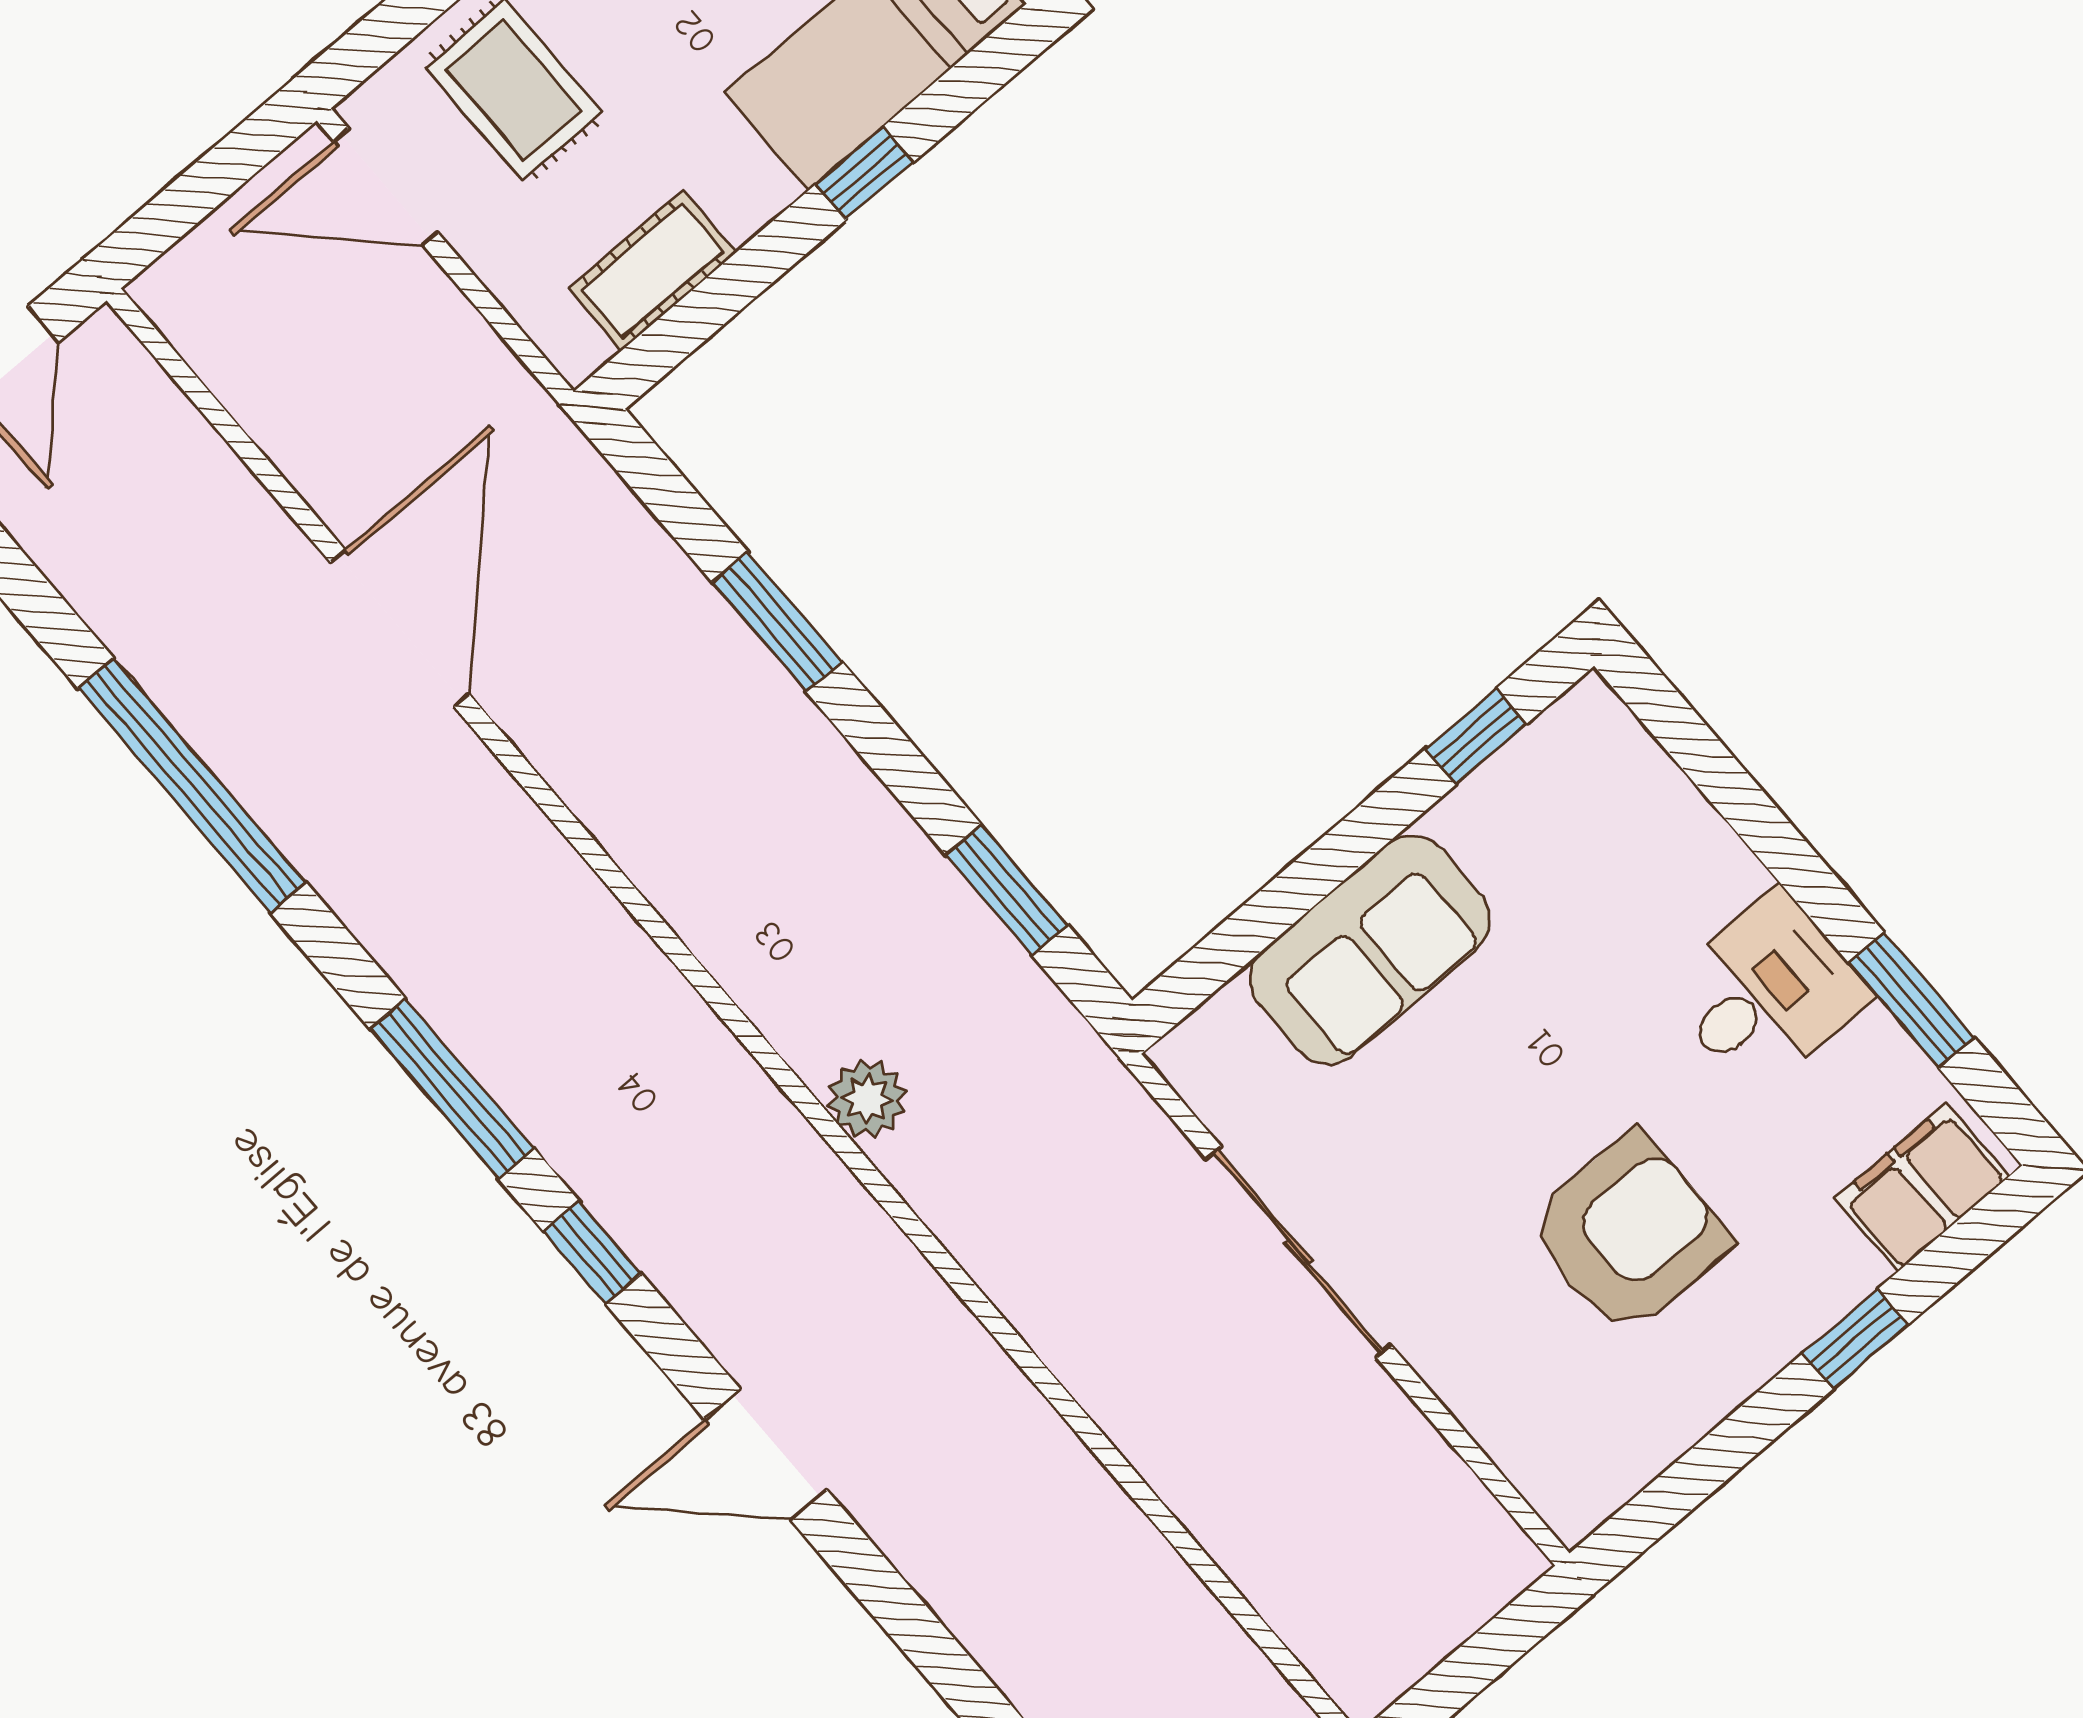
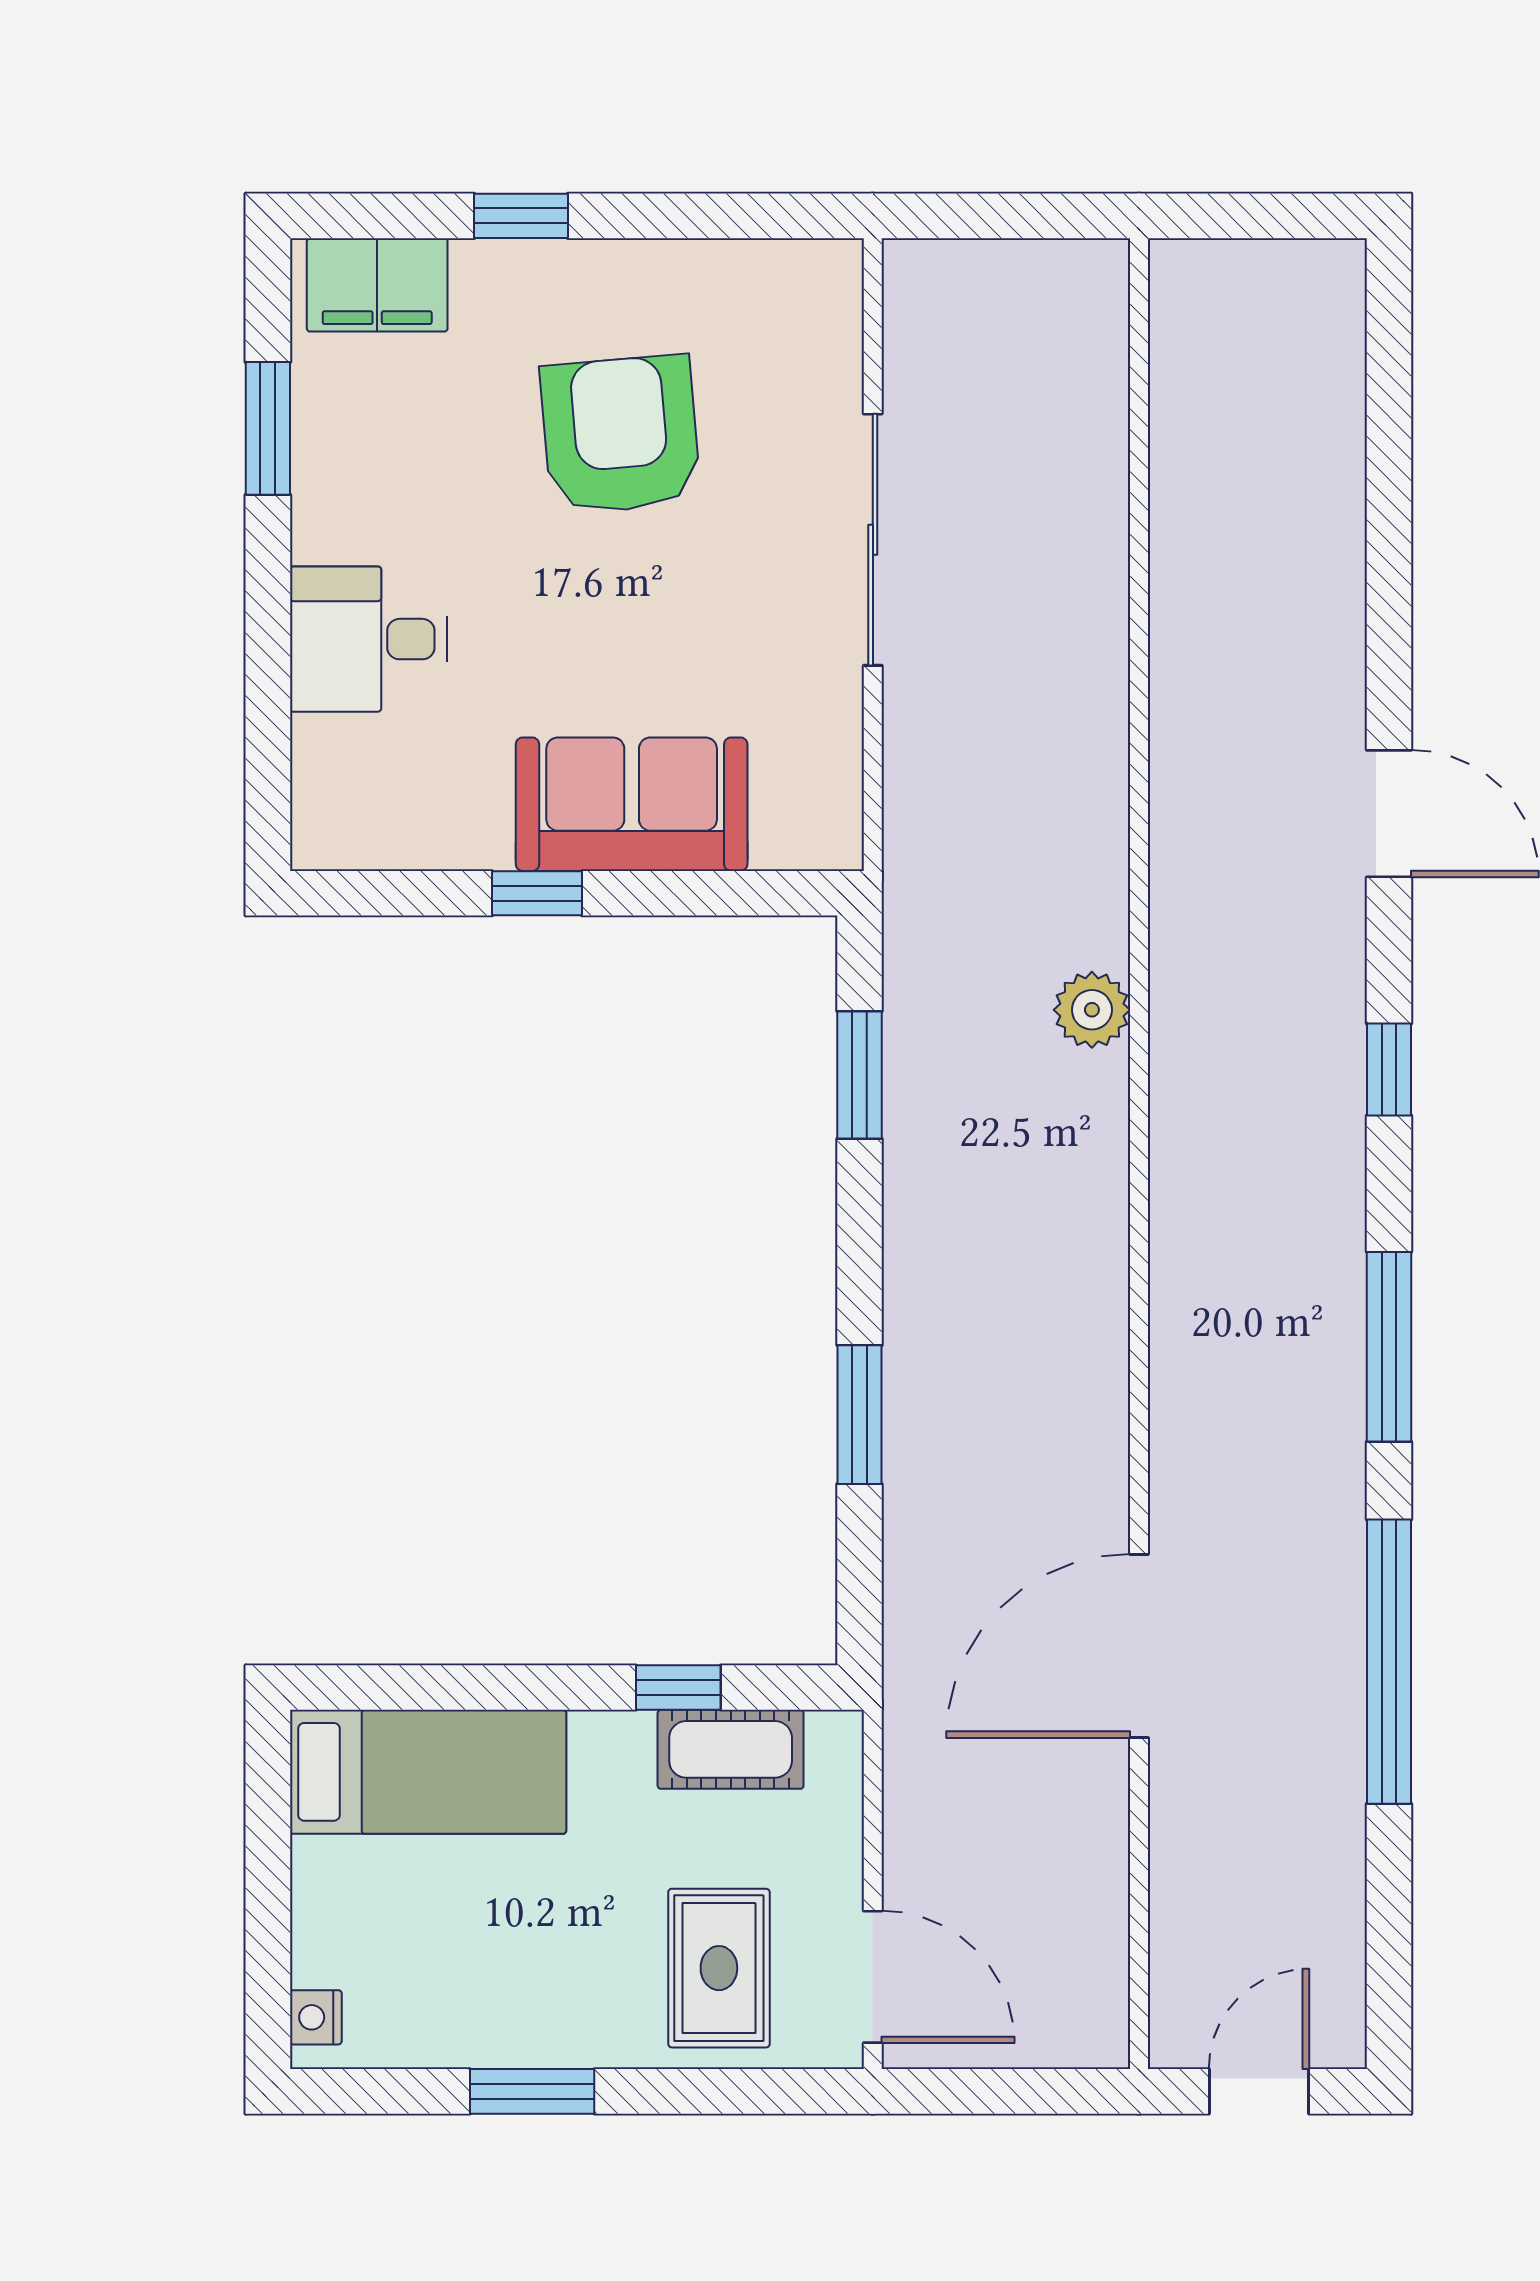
window: (864, 174) -> (678, 1688), moved
window: (1476, 737) -> (537, 893), moved
desk: (1767, 992) -> (368, 639), moved
window: (452, 1089) -> (1389, 1347), moved
armchair: (1629, 1234) -> (620, 435), turned 85
sliding door: (1299, 1252) -> (873, 540), moved

